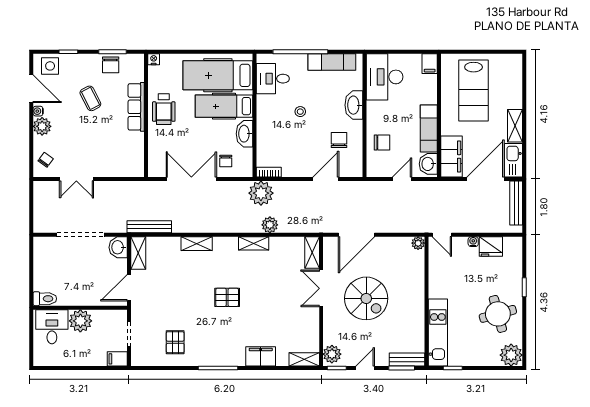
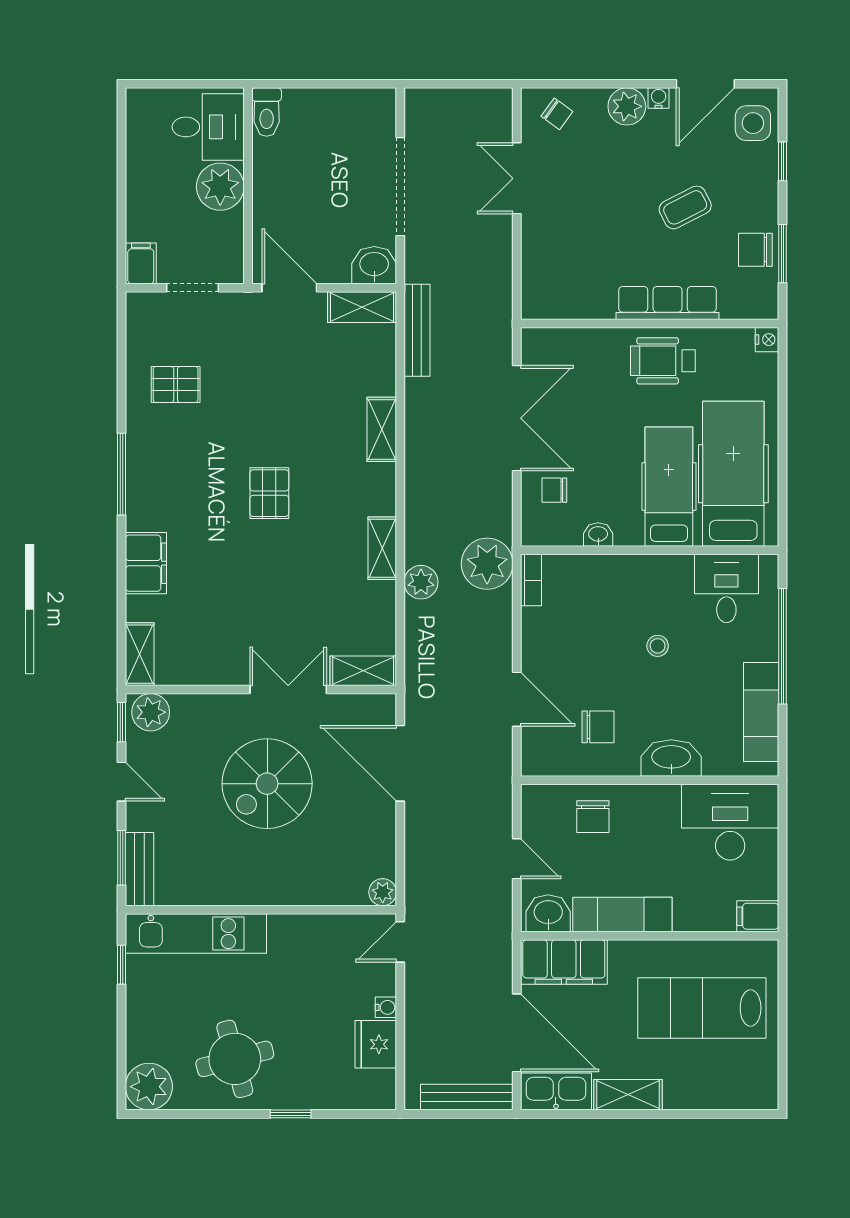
washbasin: (244, 134) -> (598, 535), width x0.52, depth x0.69

